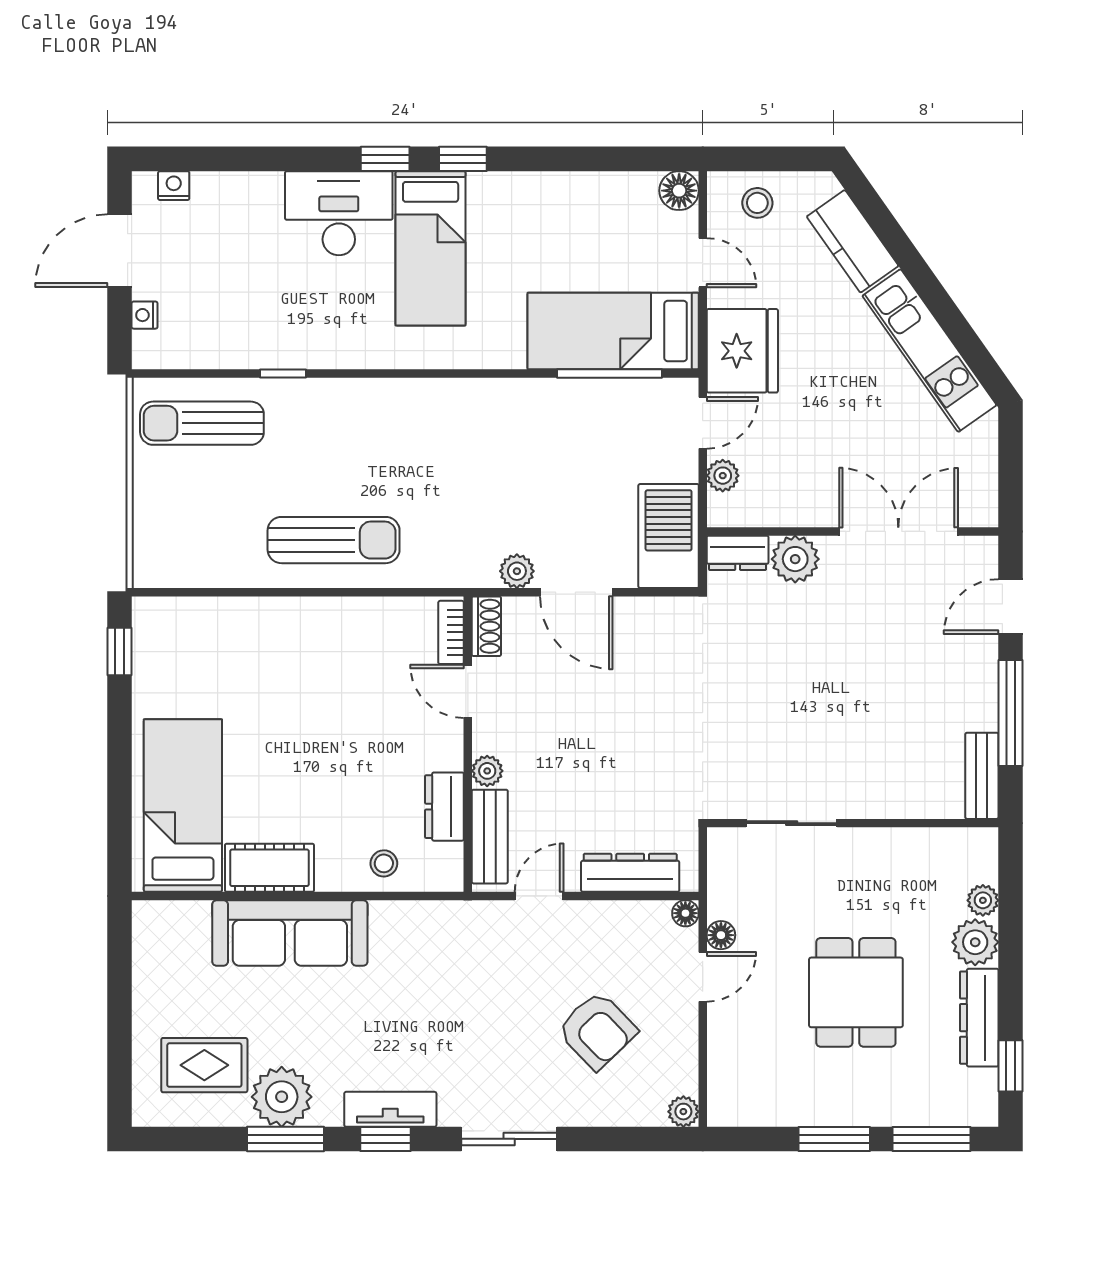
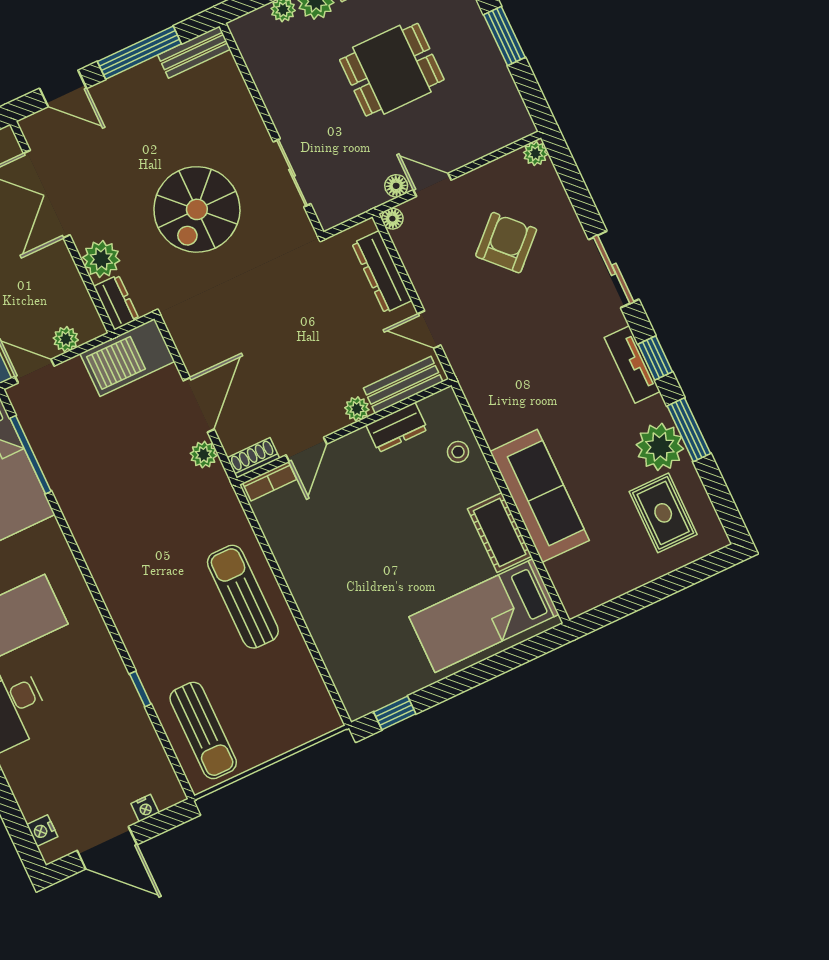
spiral stairs: (801, 695) -> (197, 209), added

